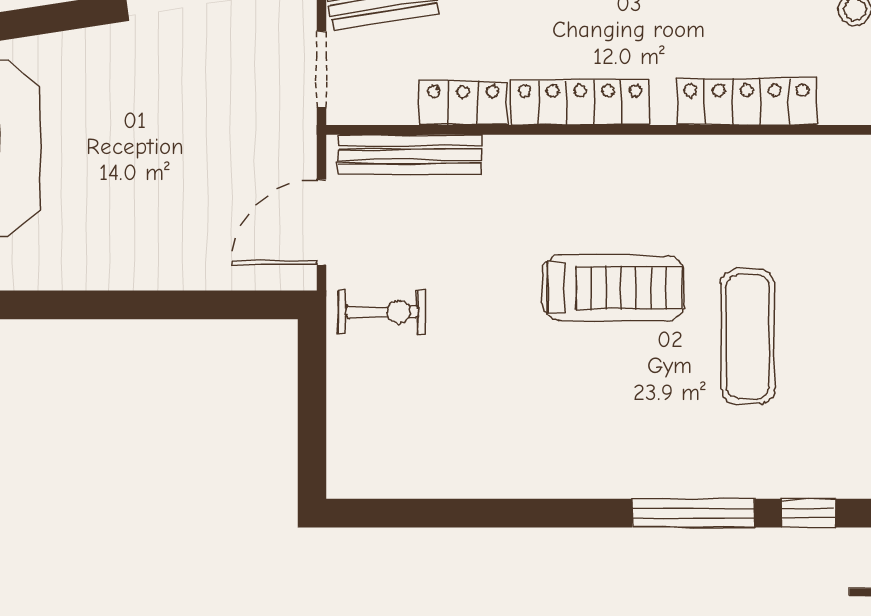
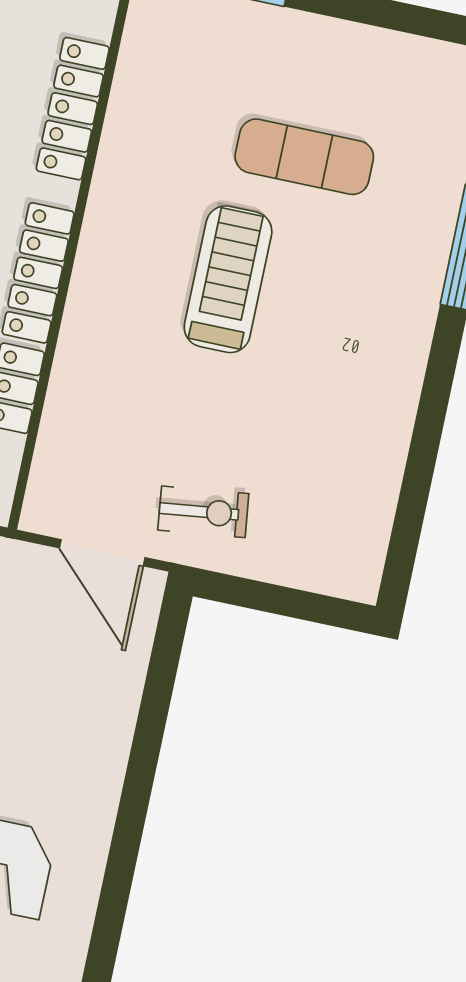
bench: (410, 155) -> (54, 452), removed
exercise bike: (382, 312) -> (203, 512), turned 83

